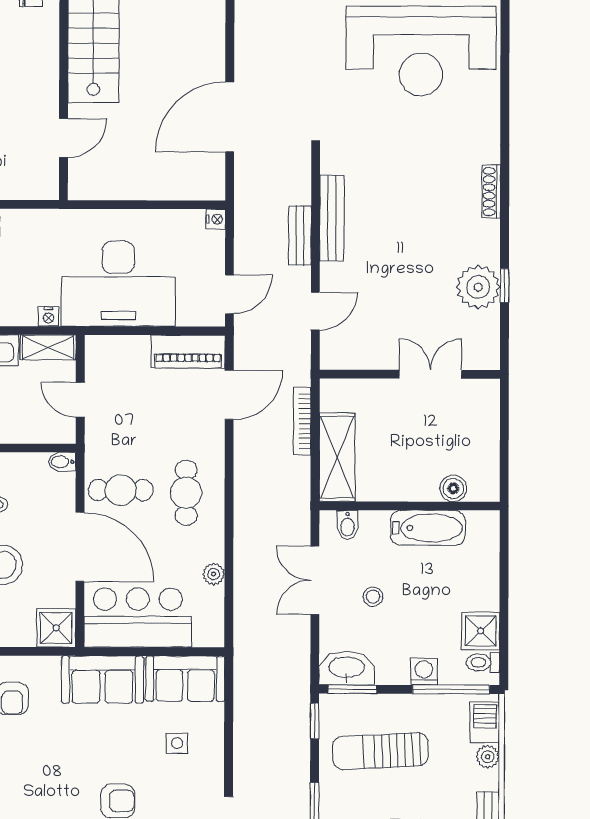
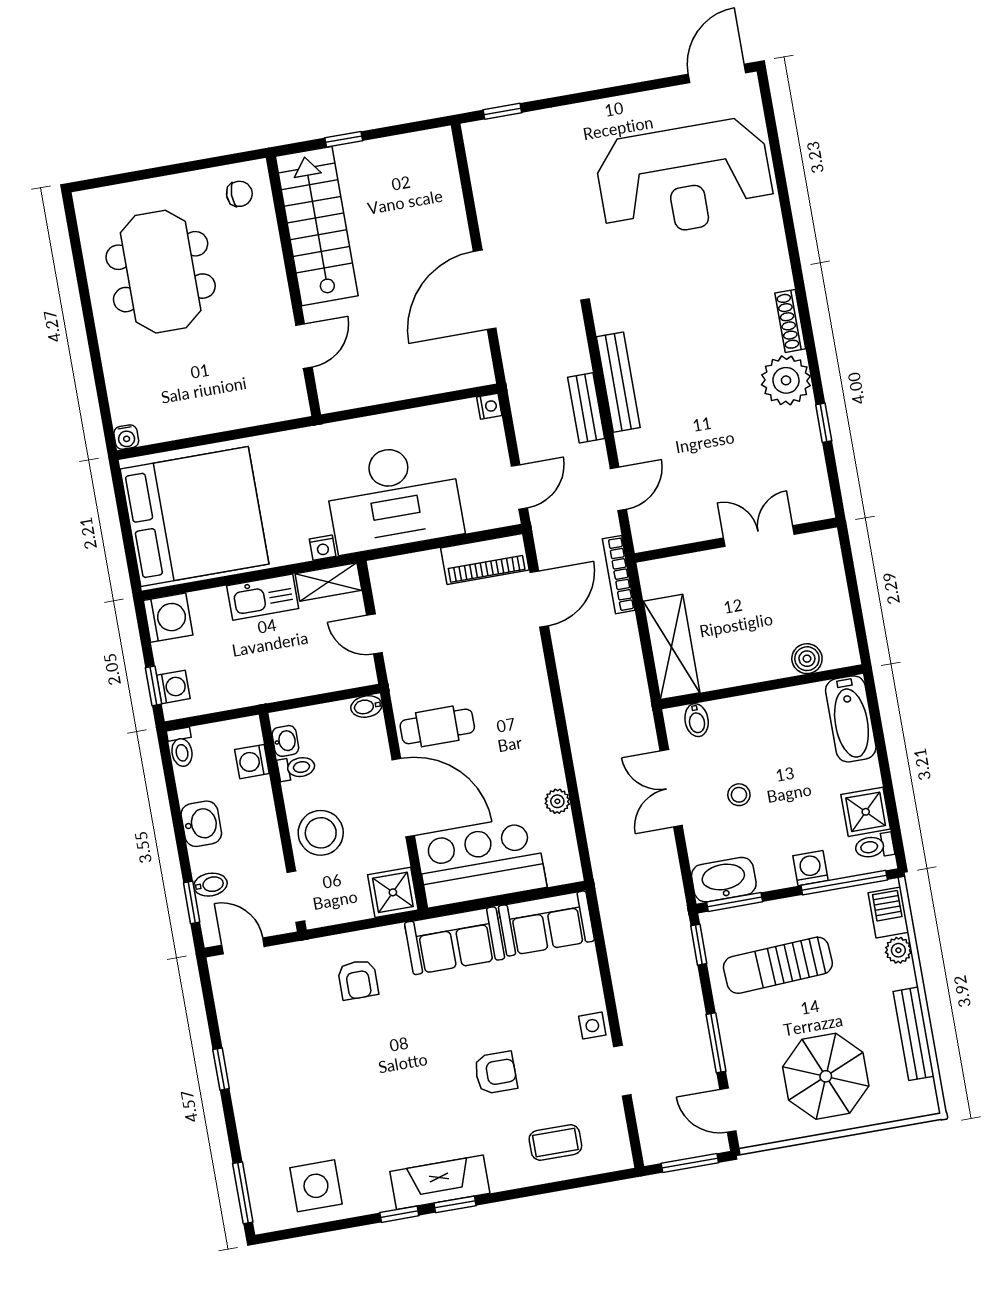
plant: (478, 287) -> (786, 380), moved
bookcase: (302, 421) -> (619, 575), moved
cafe table: (186, 493) -> (511, 716), removed
bathtub: (428, 528) -> (851, 719), moved, turned 90
side table: (177, 743) -> (592, 1026), moved

